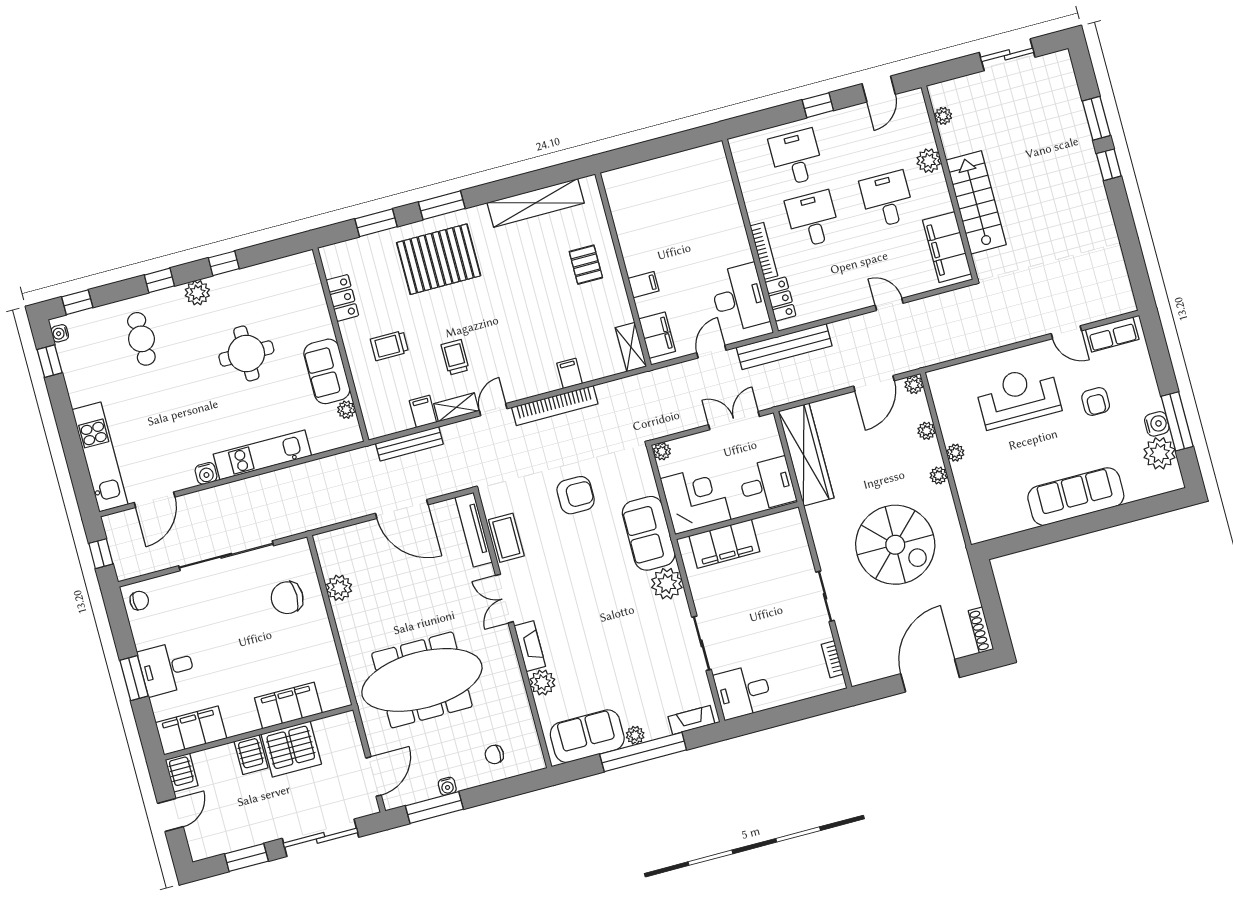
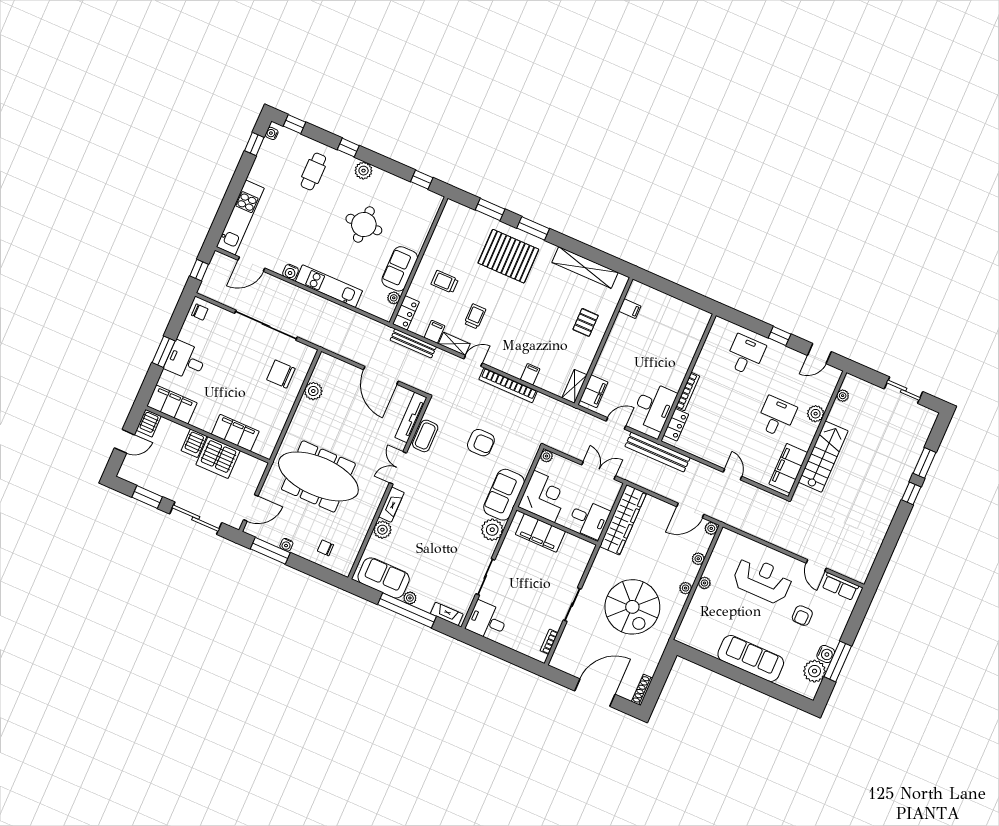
desk: (813, 219) -> (728, 395), removed
window: (224, 263) -> (422, 180), moved
filing cabinet: (644, 285) -> (630, 309), moved
locker: (342, 298) -> (406, 313), moved

